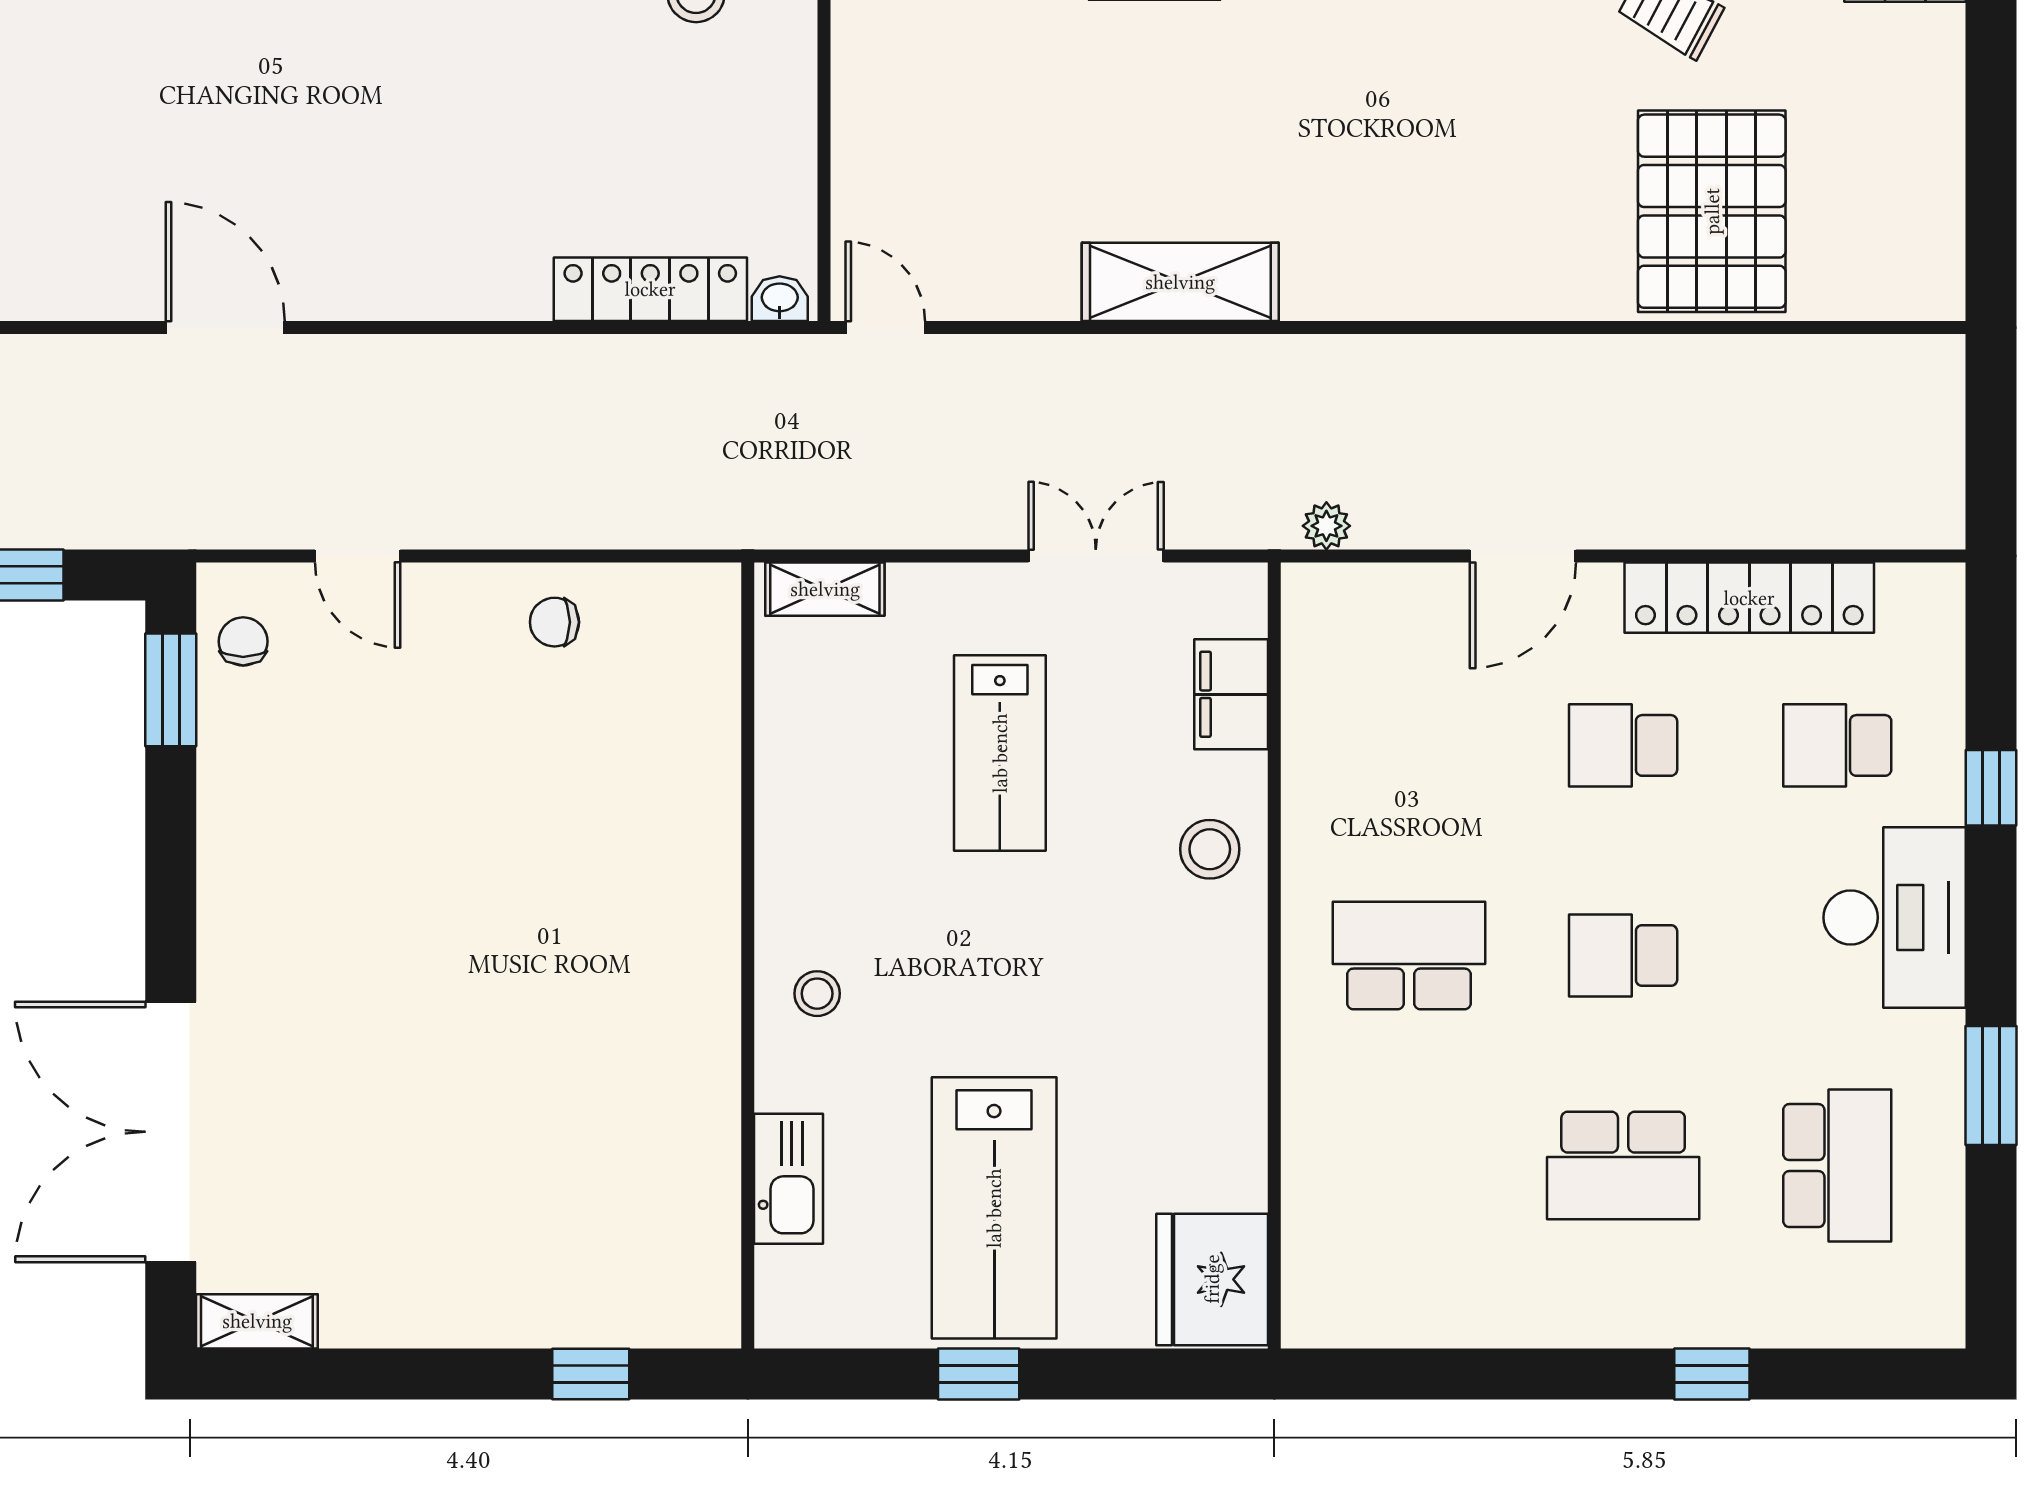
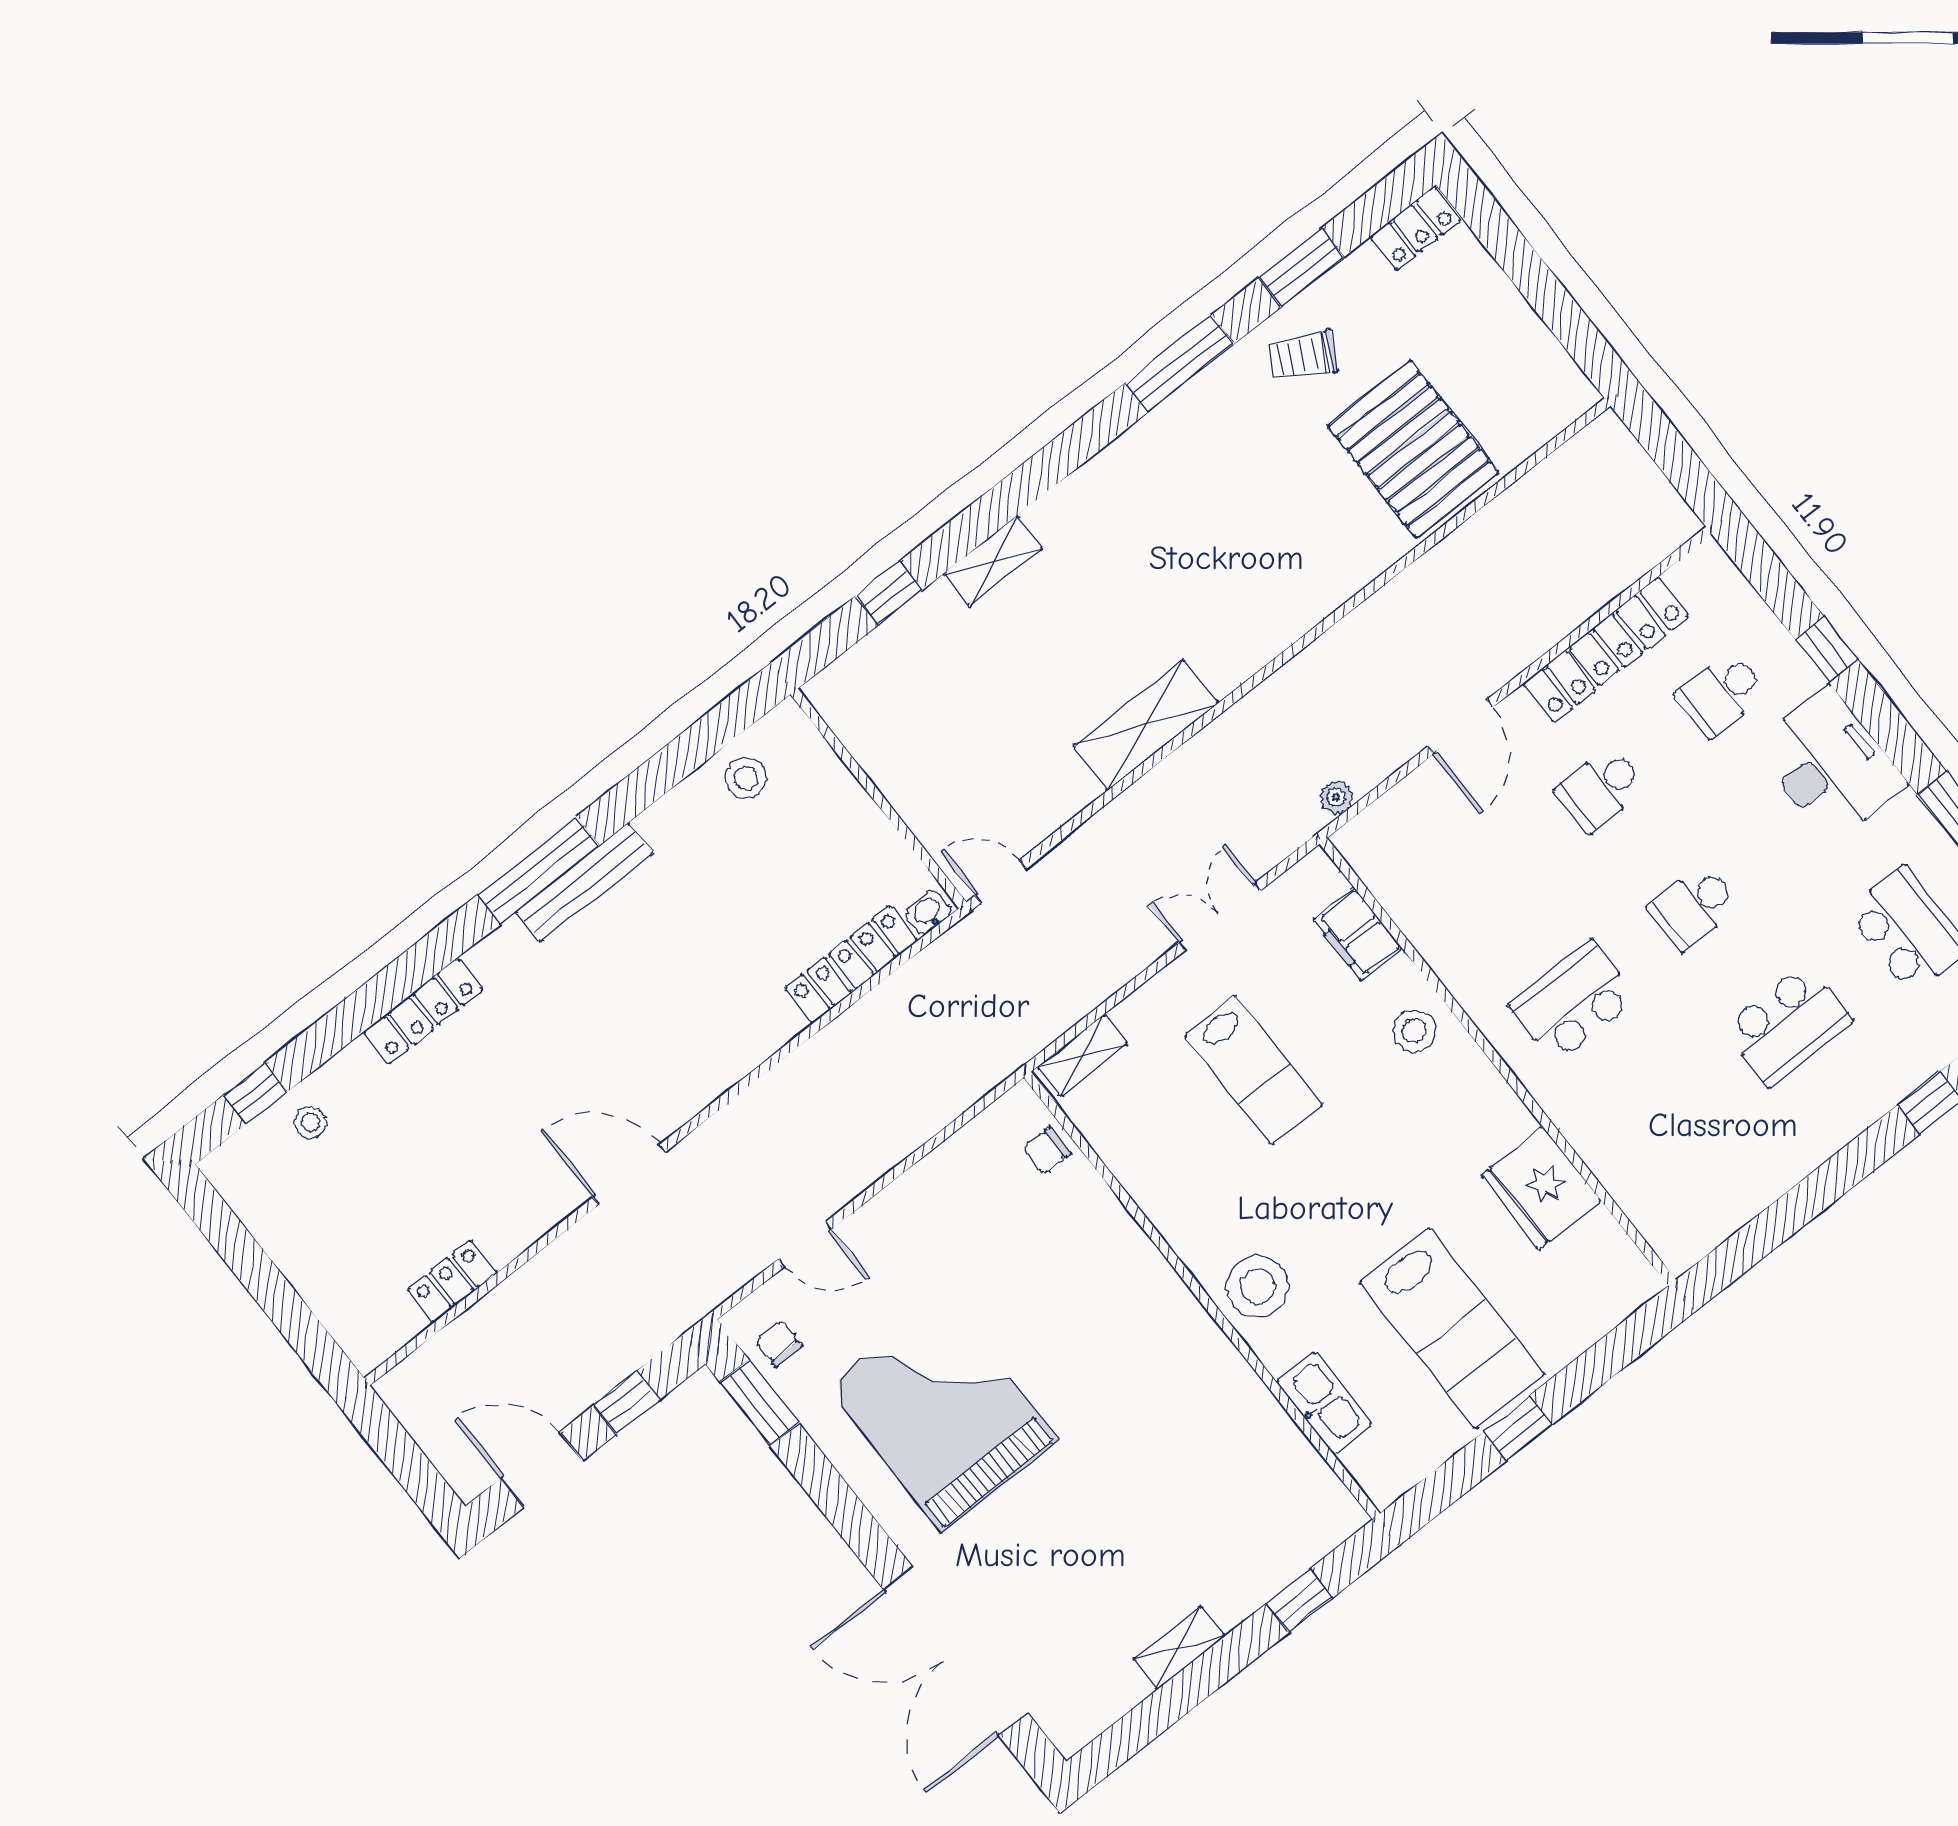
chair: (554, 622) -> (1047, 1151), moved
grand piano: (362, 860) -> (942, 1413), added
stool: (817, 994) -> (1258, 1286), width x1.89, depth x1.89
fridge: (1212, 1279) -> (1541, 1188), moved
shelving: (257, 1321) -> (1179, 1648), moved

